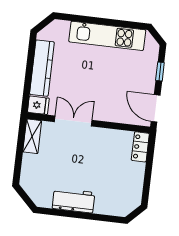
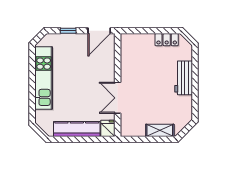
shelving: (32, 136) -> (160, 130), moved
locker: (140, 147) -> (167, 40), moved
workbench: (73, 200) -> (184, 78), moved

